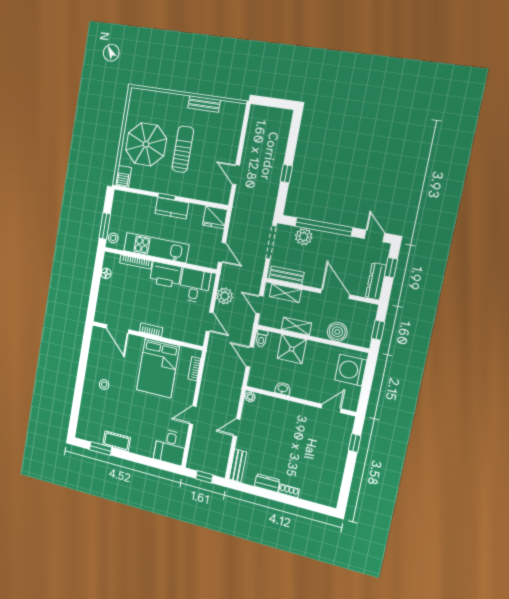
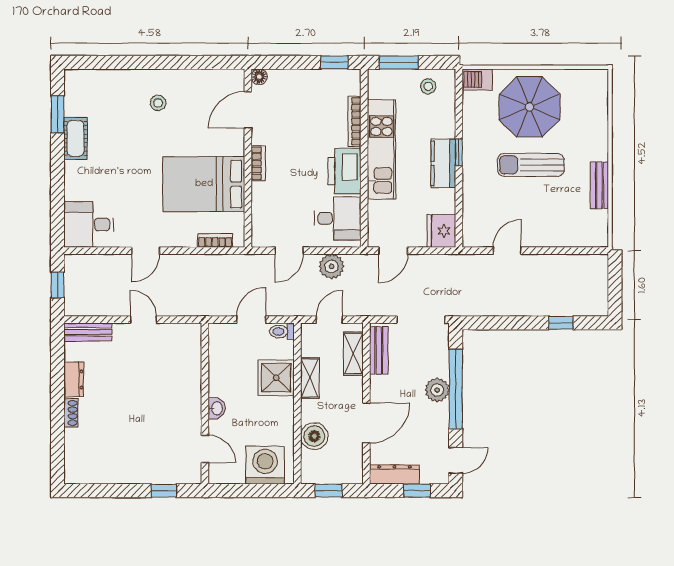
sun lounger: (183, 149) -> (531, 165), turned 180
window: (286, 174) -> (561, 323), moved
plant: (304, 237) -> (437, 390), moved
stool: (113, 238) -> (428, 86), moved
window: (98, 268) -> (334, 62), added
floor lamp: (106, 273) -> (259, 77), moved
washbasin: (283, 389) -> (217, 408), moved
plant: (250, 397) -> (194, 331), removed
door: (193, 415) -> (146, 251), swing flipped

